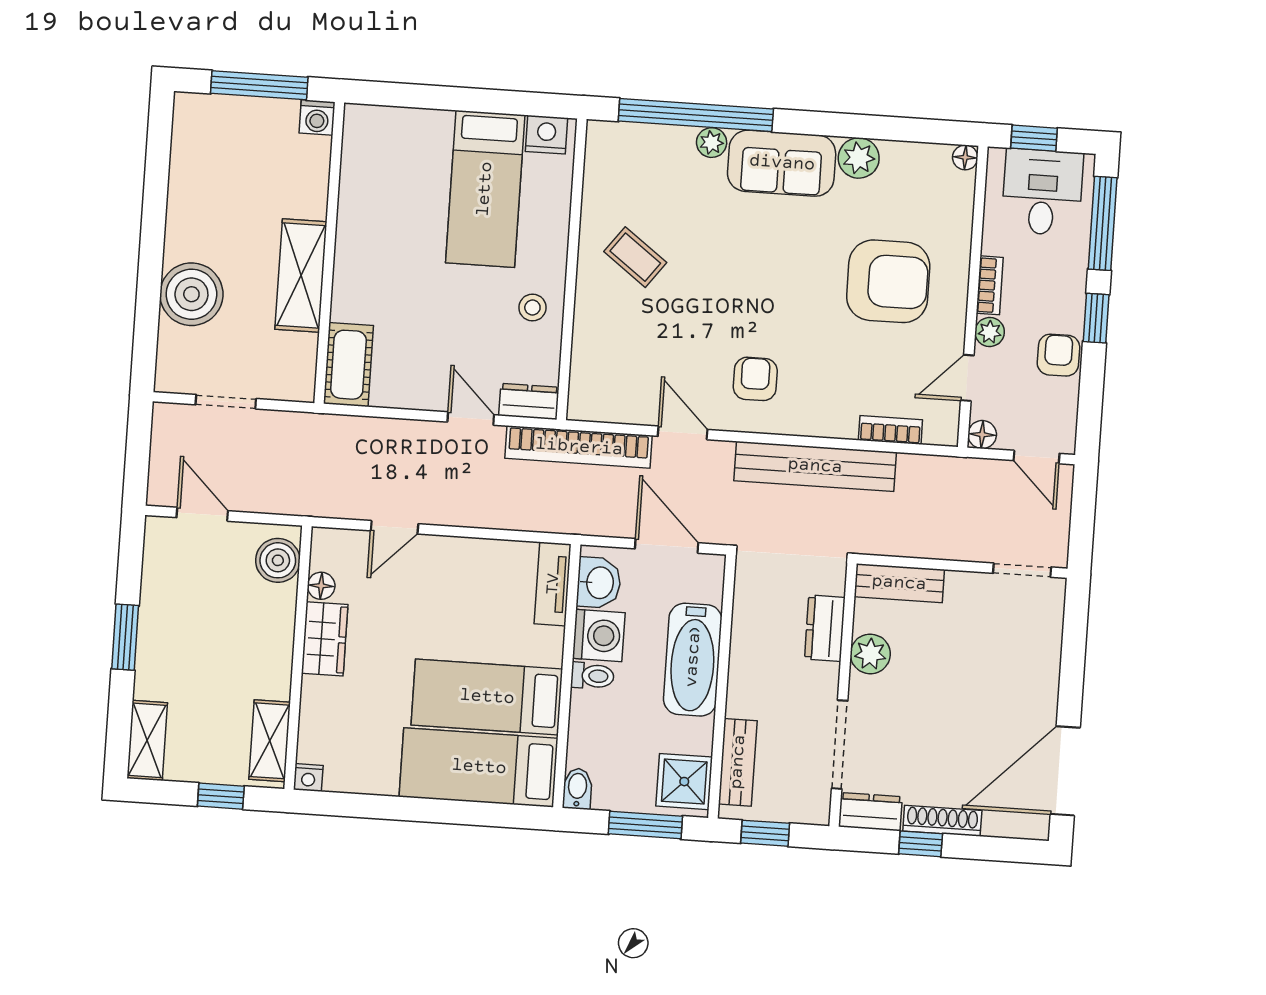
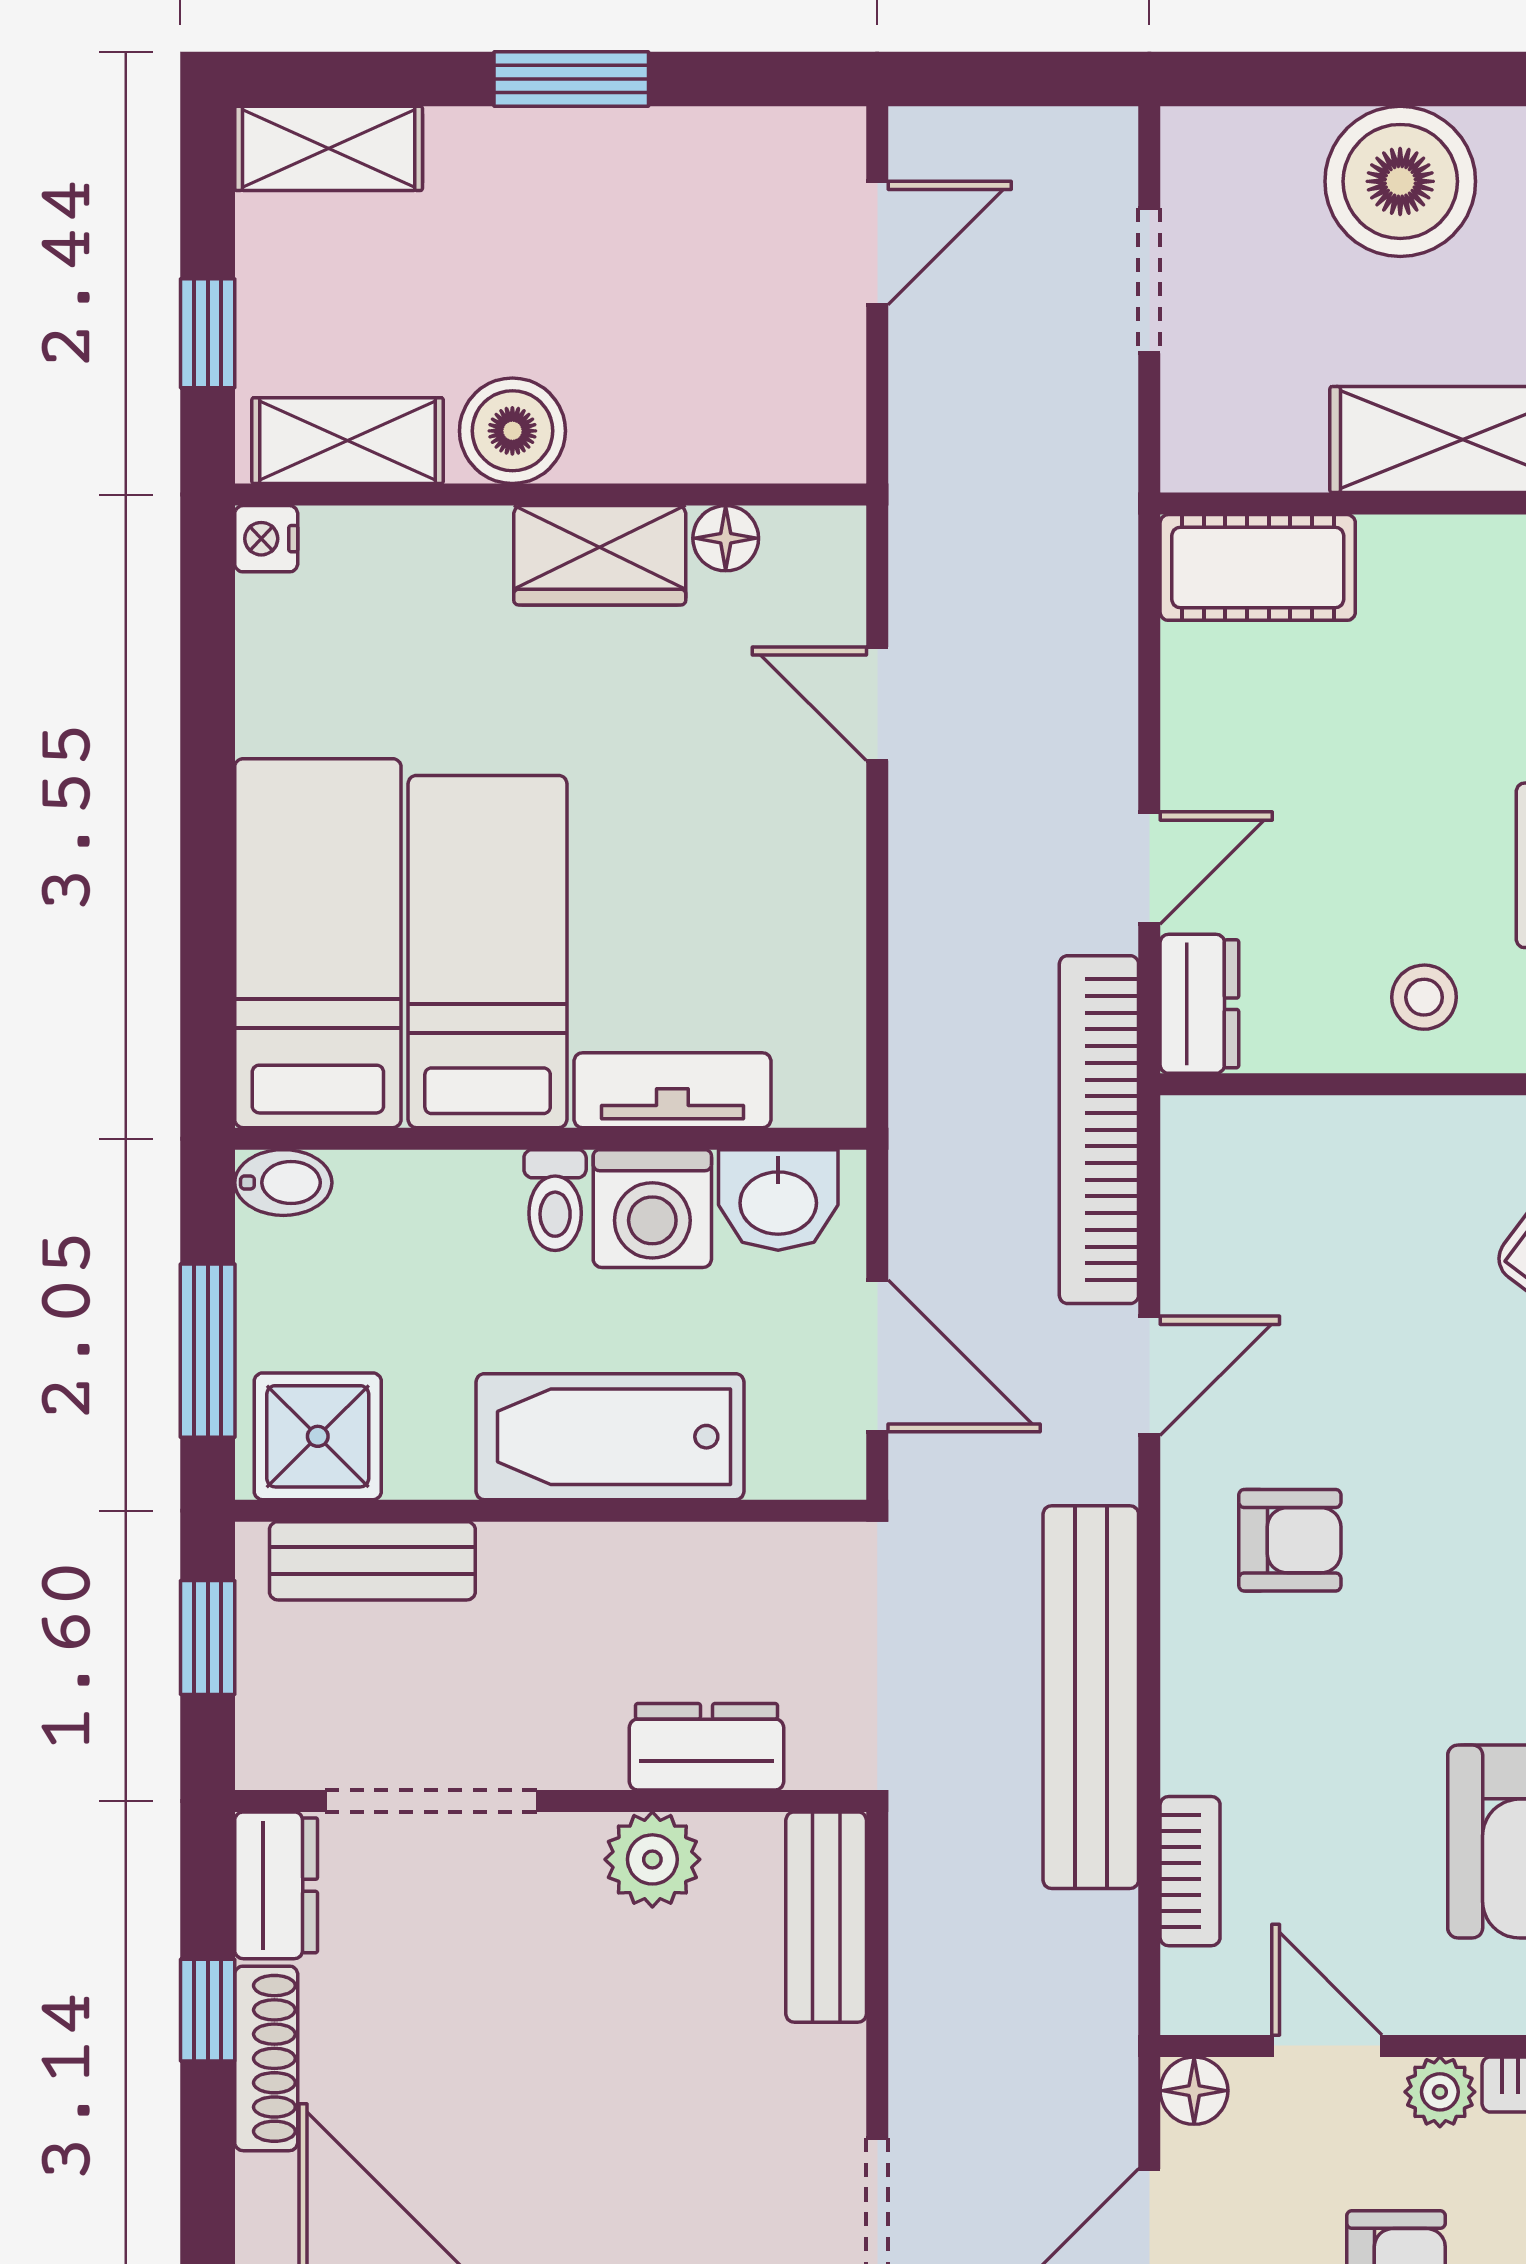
door: (667, 546) -> (877, 1356), hinge flipped
boiler: (278, 560) -> (512, 431), moved
tv unit: (553, 584) -> (672, 1090), moved

